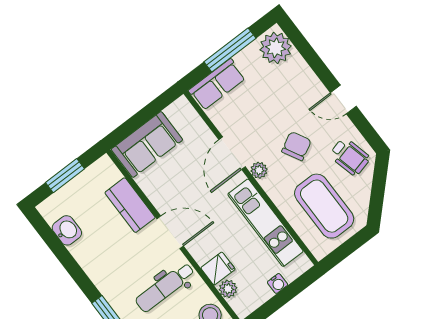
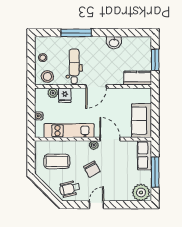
sofa: (147, 144) -> (142, 121), moved
kitchen counter: (130, 205) -> (138, 78), moved
coffee table: (324, 206) -> (57, 161), width x0.73, depth x0.76
washbasin: (67, 230) -> (114, 43), moved

